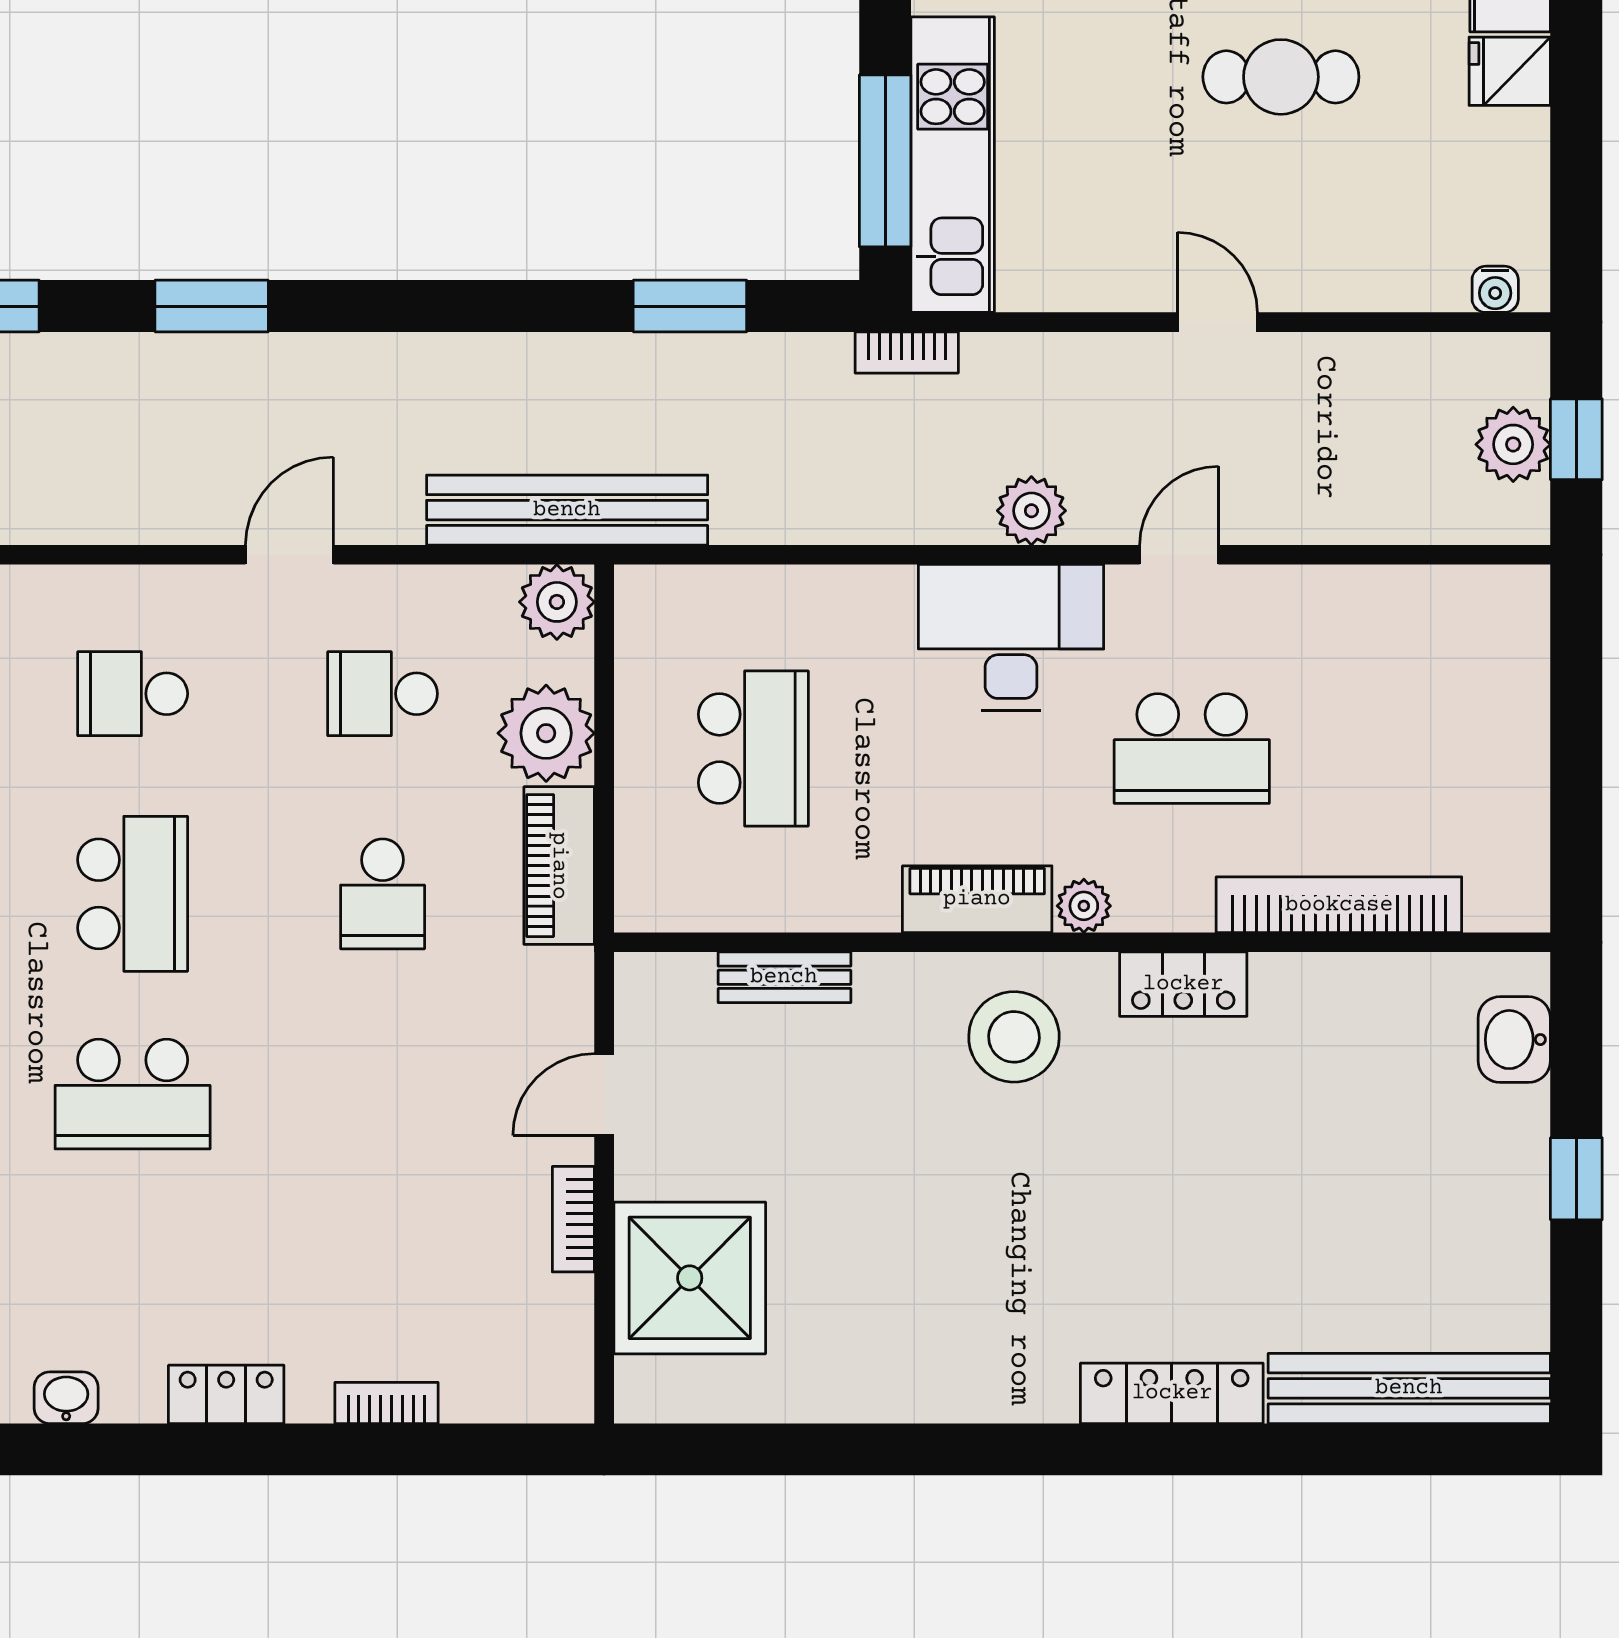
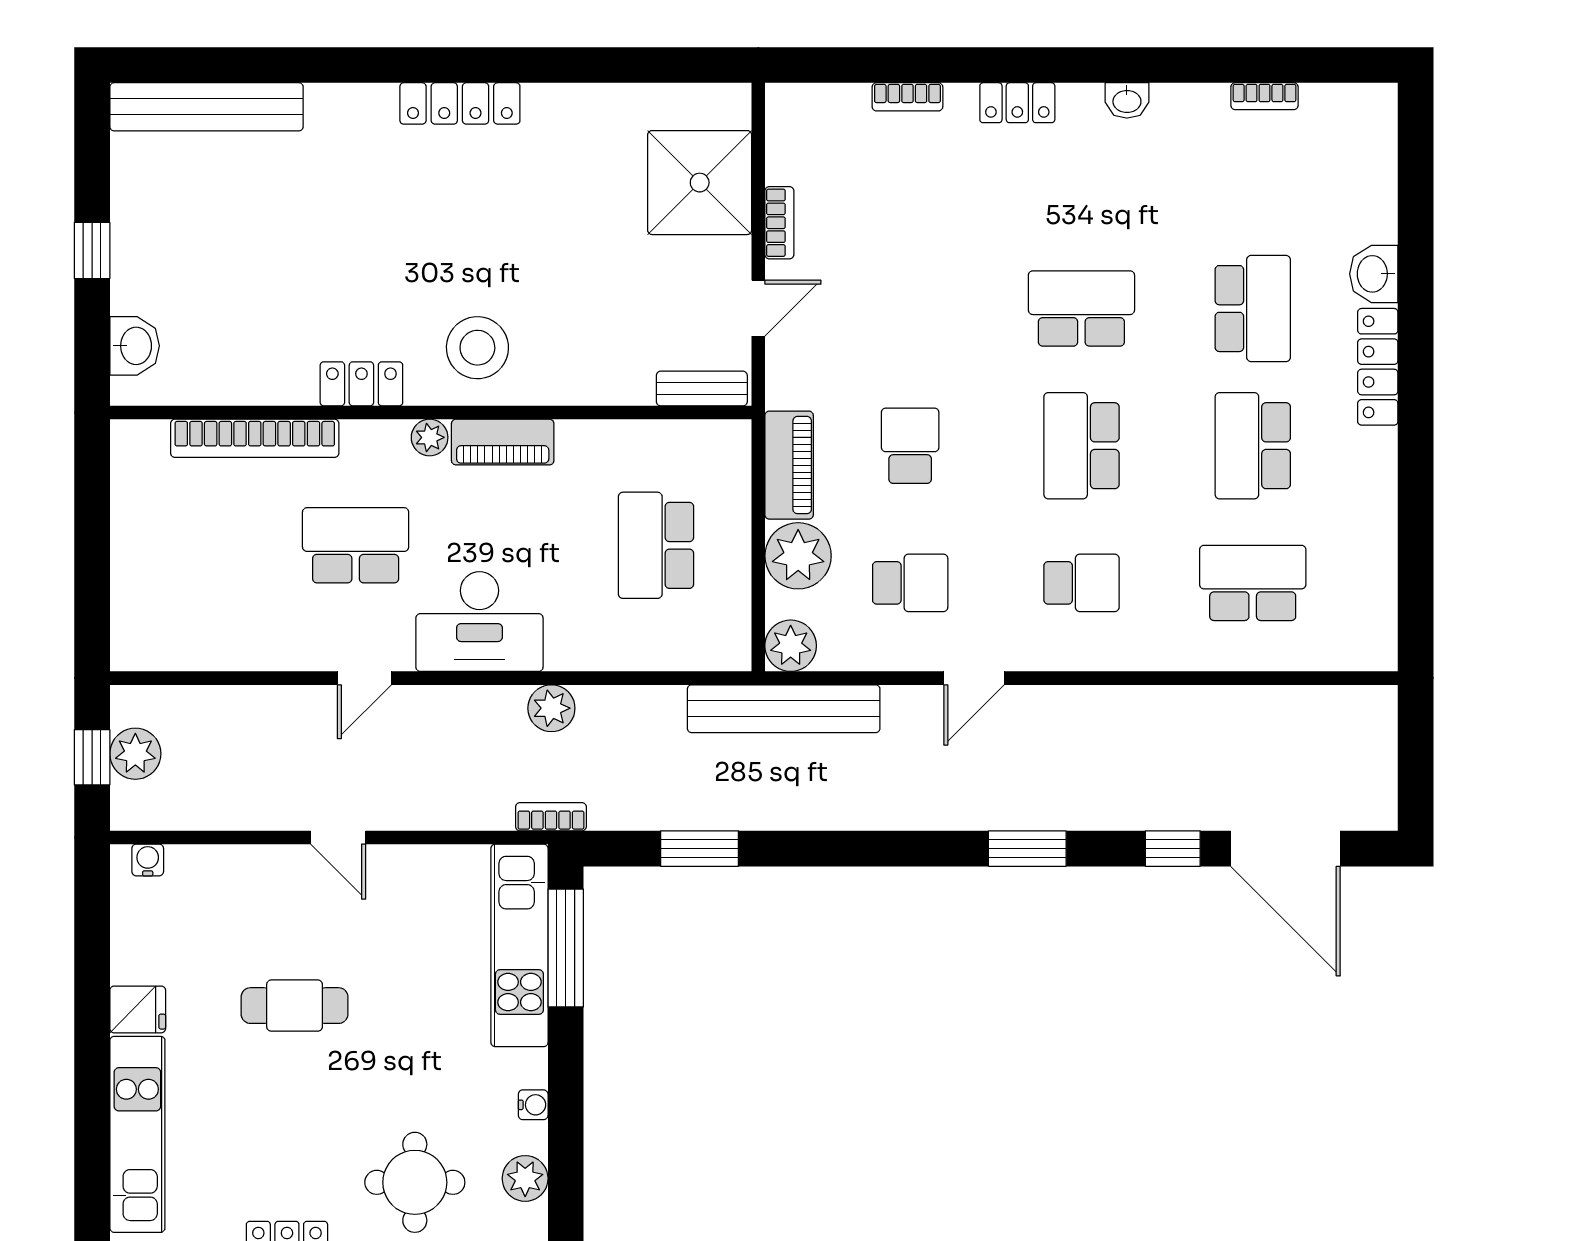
plant: (1031, 511) -> (551, 708), moved
bench: (784, 977) -> (702, 389), moved
locker: (1172, 1393) -> (460, 103), moved

